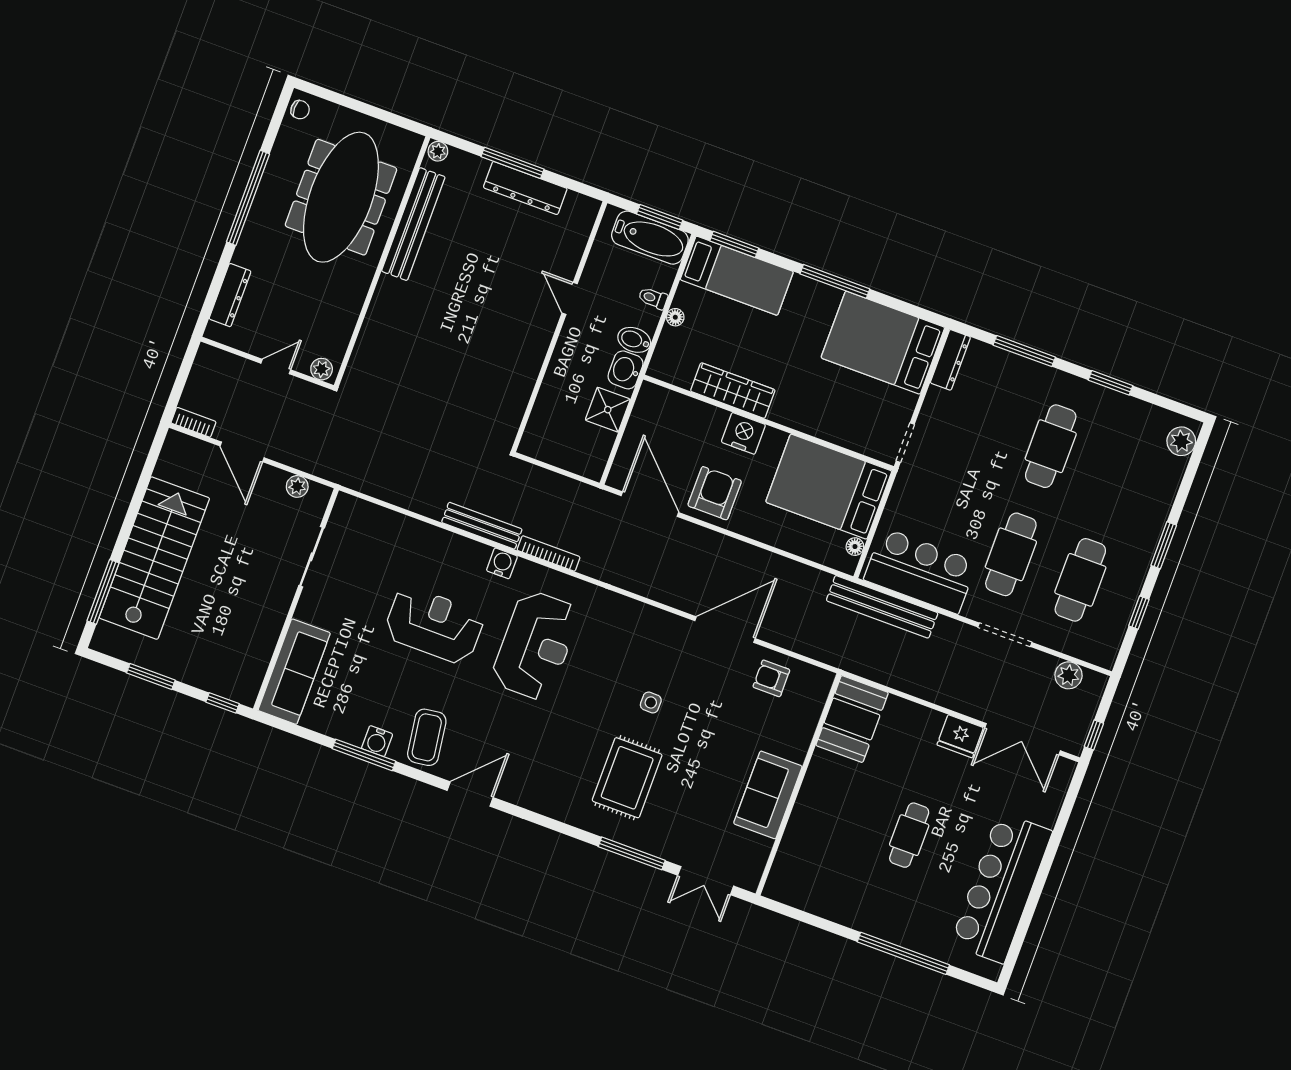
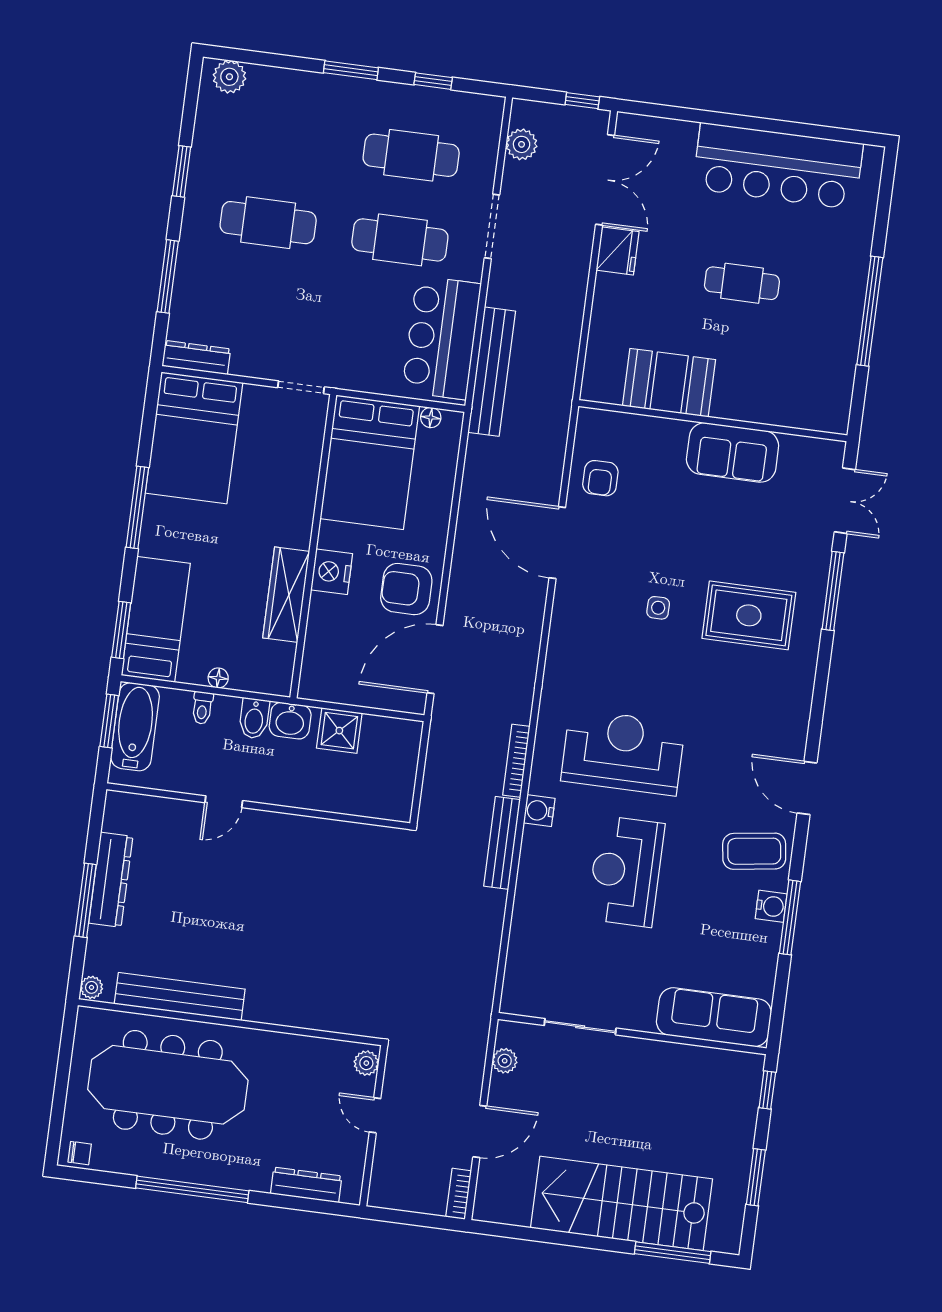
chair: (300, 110) -> (80, 1153), turned 90
booth: (852, 719) -> (669, 383), moved
window: (903, 953) -> (870, 311), moved

